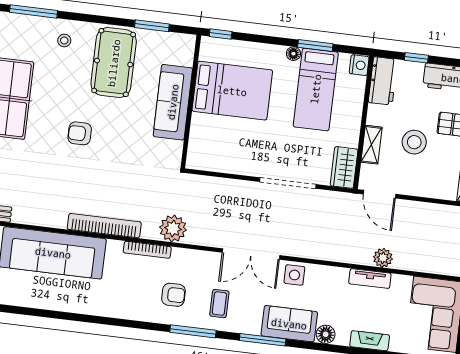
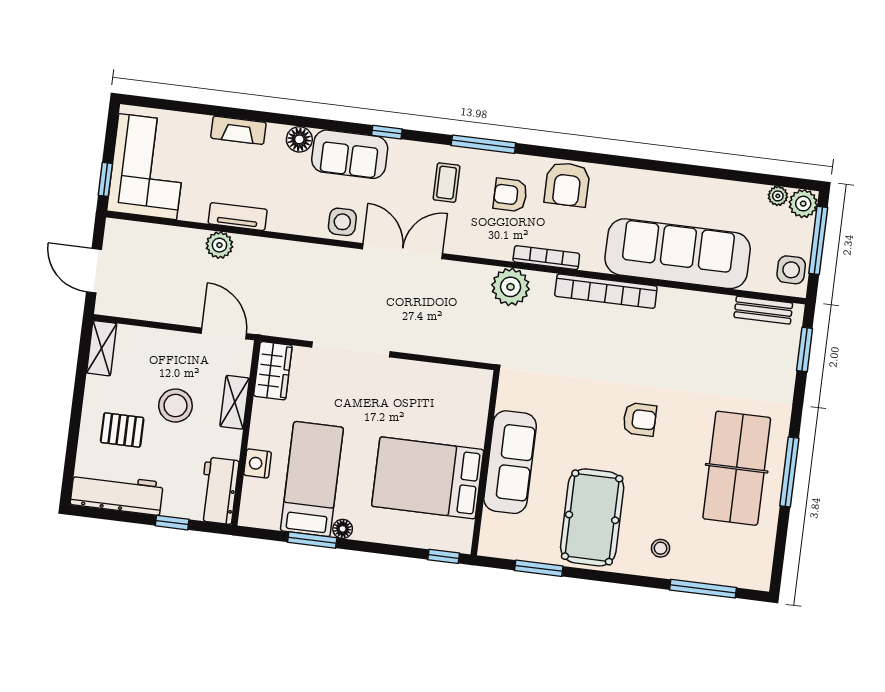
nightstand: (359, 65) -> (258, 464), moved
armchair: (132, 303) -> (567, 184), added
window: (263, 340) -> (387, 132), width x0.46

